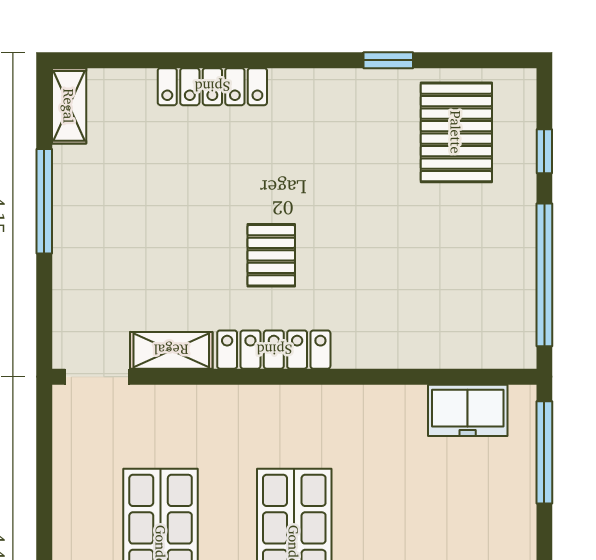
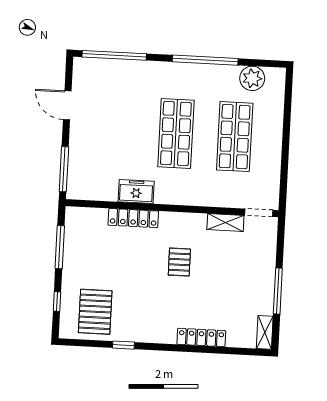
window: (544, 275) -> (60, 247), width x0.68
locker: (274, 350) -> (133, 218), moved
freezer: (468, 410) -> (136, 191), moved

